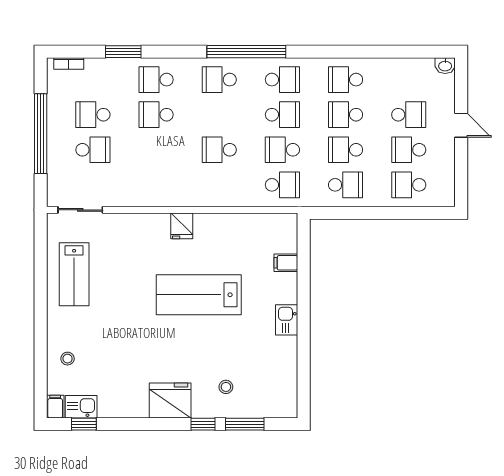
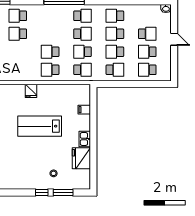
school desk: (219, 80) -> (50, 70), moved
fridge: (170, 401) -> (81, 158), moved, turned -90

